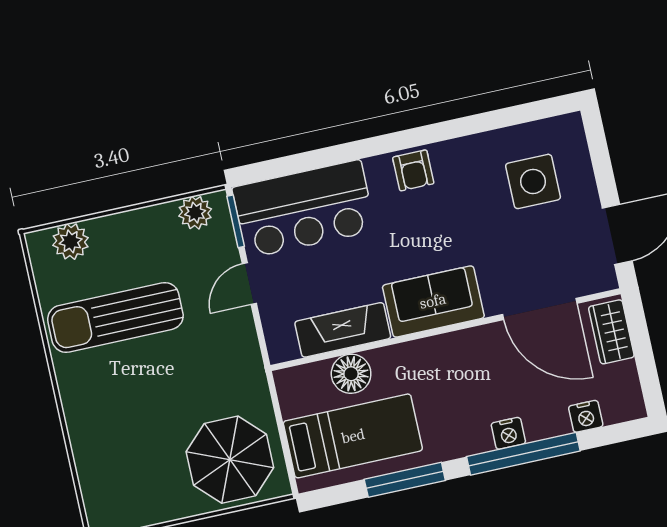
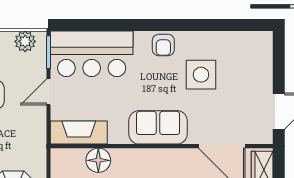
side table: (533, 181) -> (201, 75), moved
fireplace: (343, 330) -> (79, 132), moved

